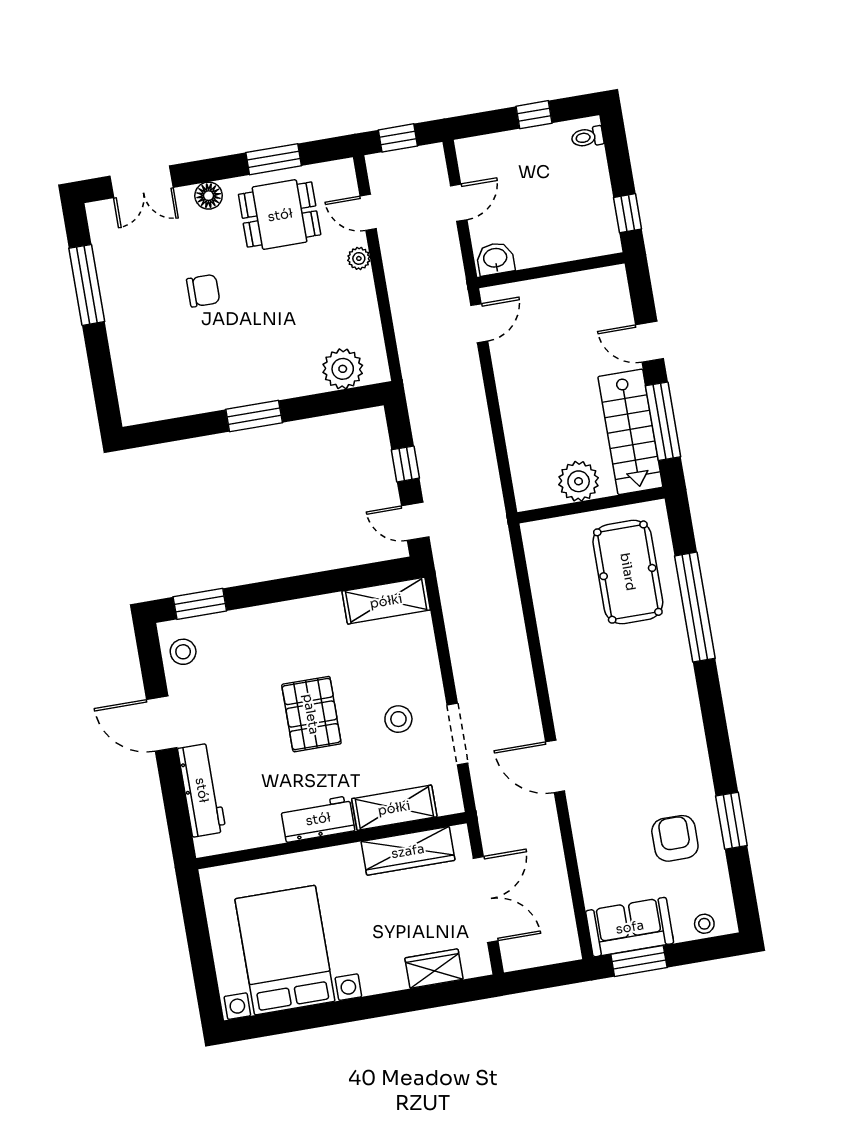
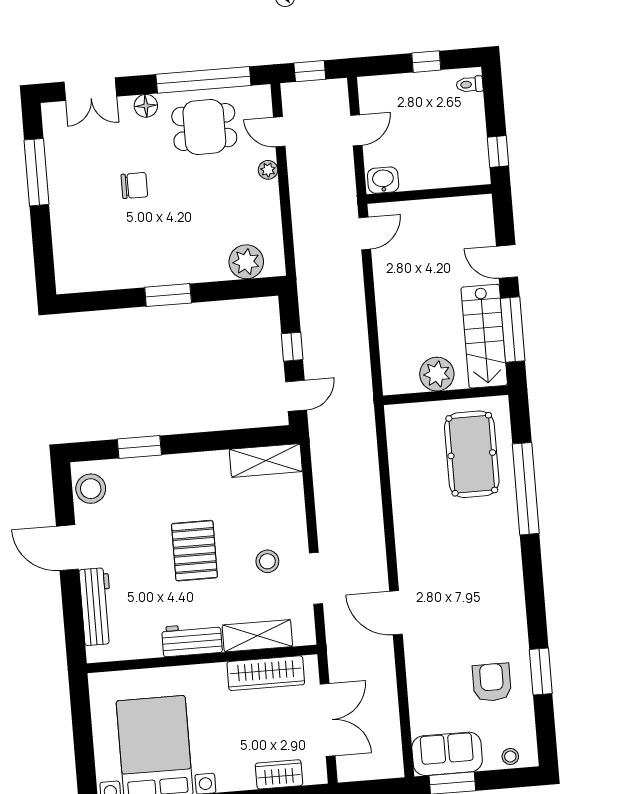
window: (274, 159) -> (203, 80), width x2.11
door: (415, 521) -> (296, 396), swing flipped
window: (200, 604) -> (139, 447), moved
stool: (183, 652) -> (91, 489), width x1.38, depth x1.38

